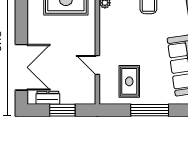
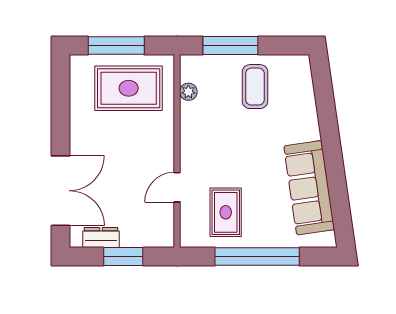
door: (97, 65) -> (177, 187), hinge flipped
window: (150, 110) -> (257, 256), width x1.46

